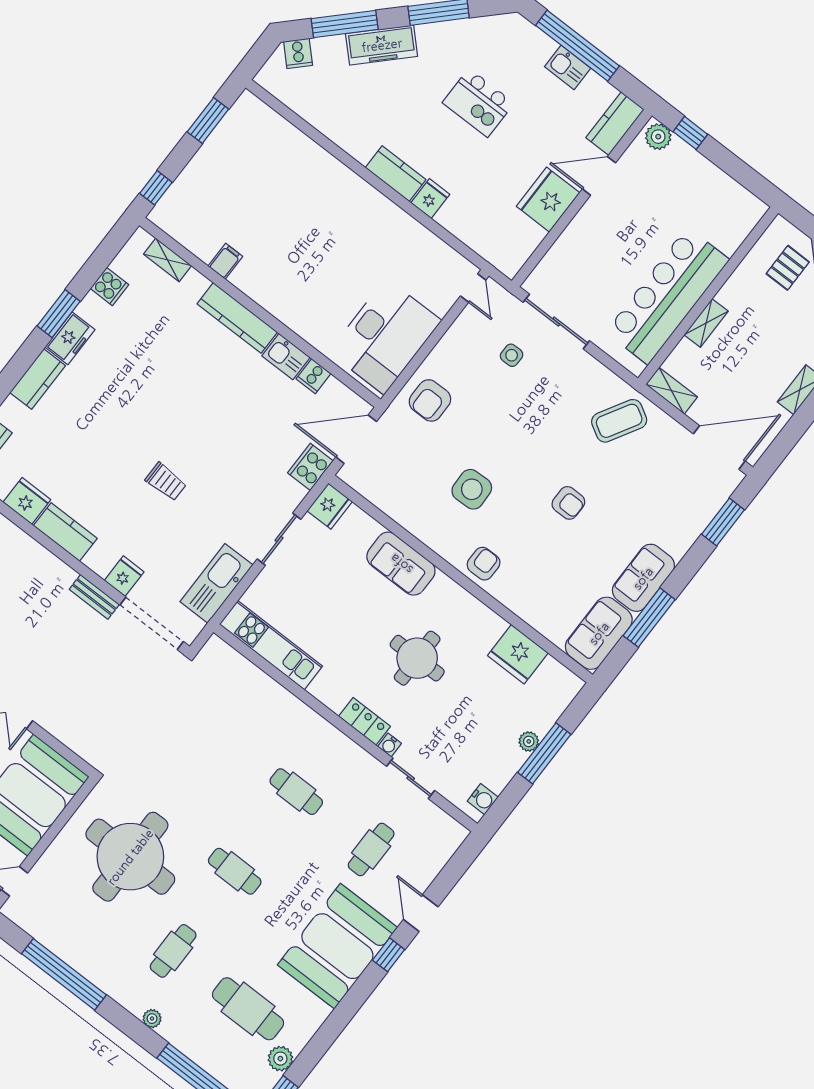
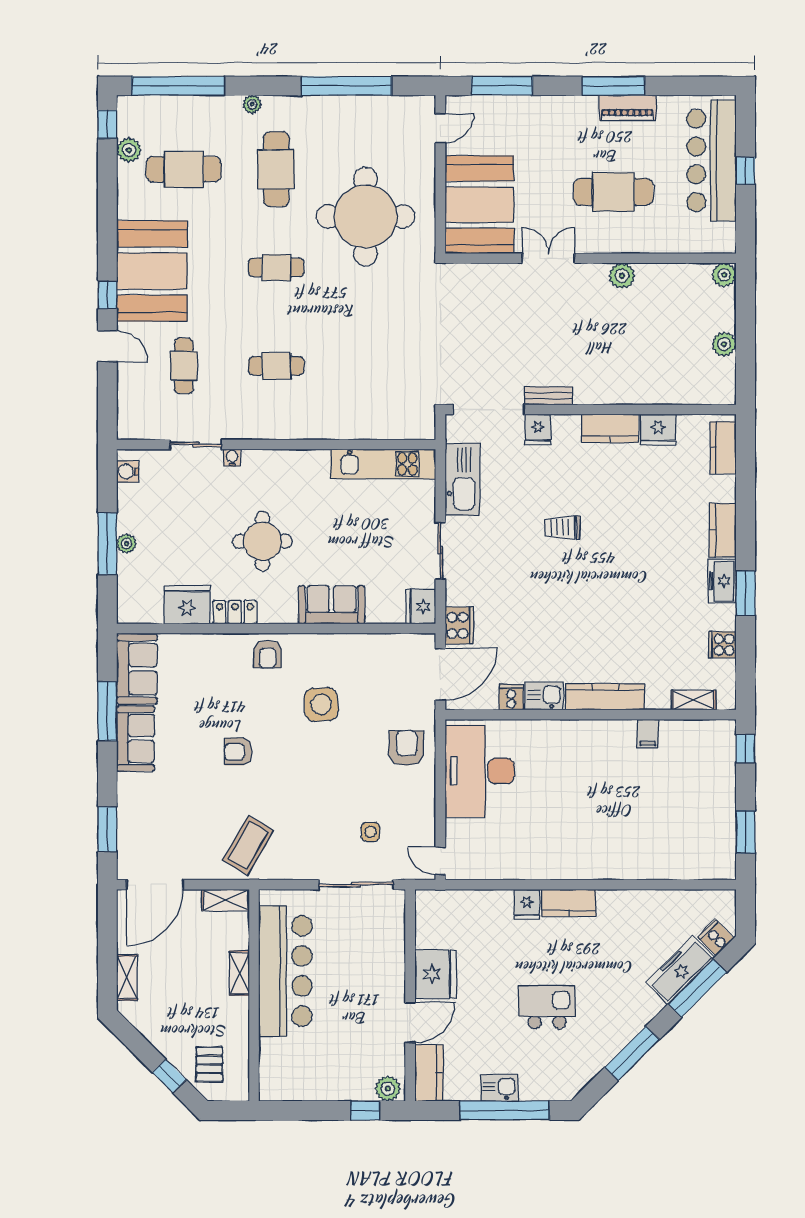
freezer: (382, 45) -> (680, 970), moved
locker: (364, 721) -> (235, 612), moved, turned 180
cafe table: (173, 951) -> (276, 169), width x1.37, depth x1.35

